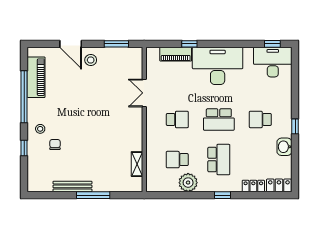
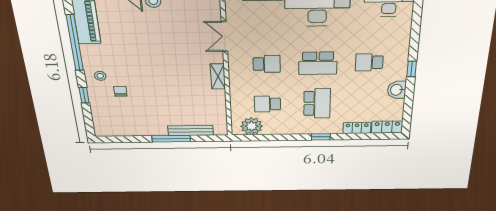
shelving: (137, 164) -> (218, 76), moved
plant: (188, 183) -> (252, 126), moved
bench: (72, 186) -> (191, 131), moved

